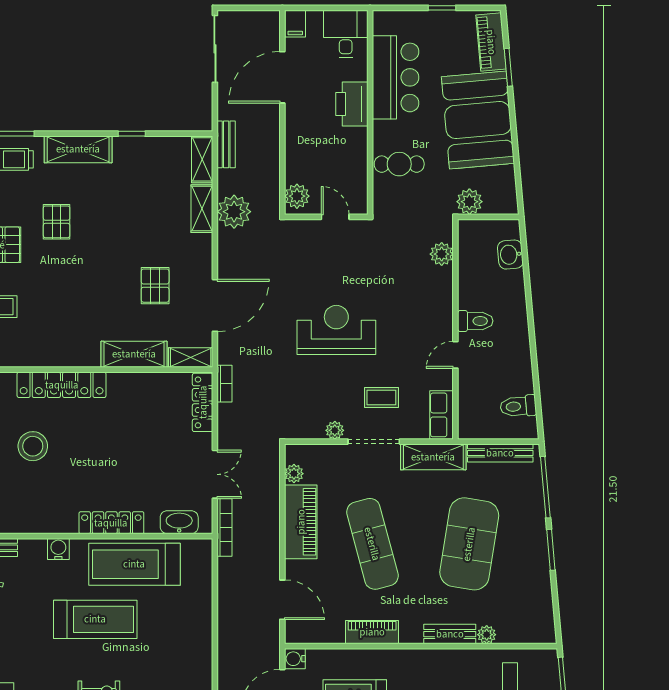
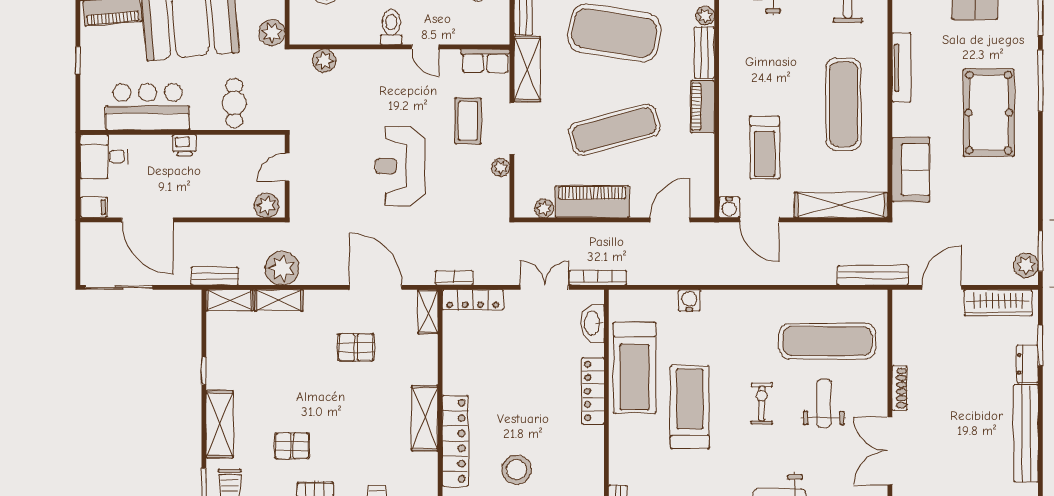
printer: (352, 104) -> (185, 145), width x0.53, depth x0.68
shelving: (134, 354) -> (425, 418), moved
coffee table: (381, 398) -> (468, 121), width x1.36, depth x1.30
water cooler: (58, 549) -> (689, 300), moved, turned 90
piano: (372, 632) -> (703, 107), moved

